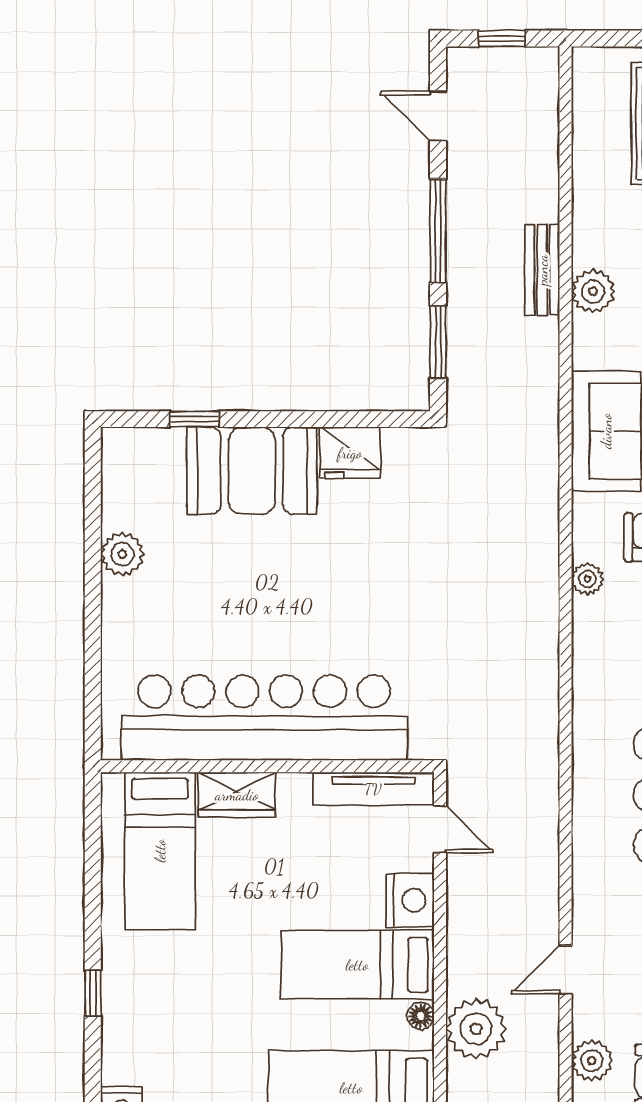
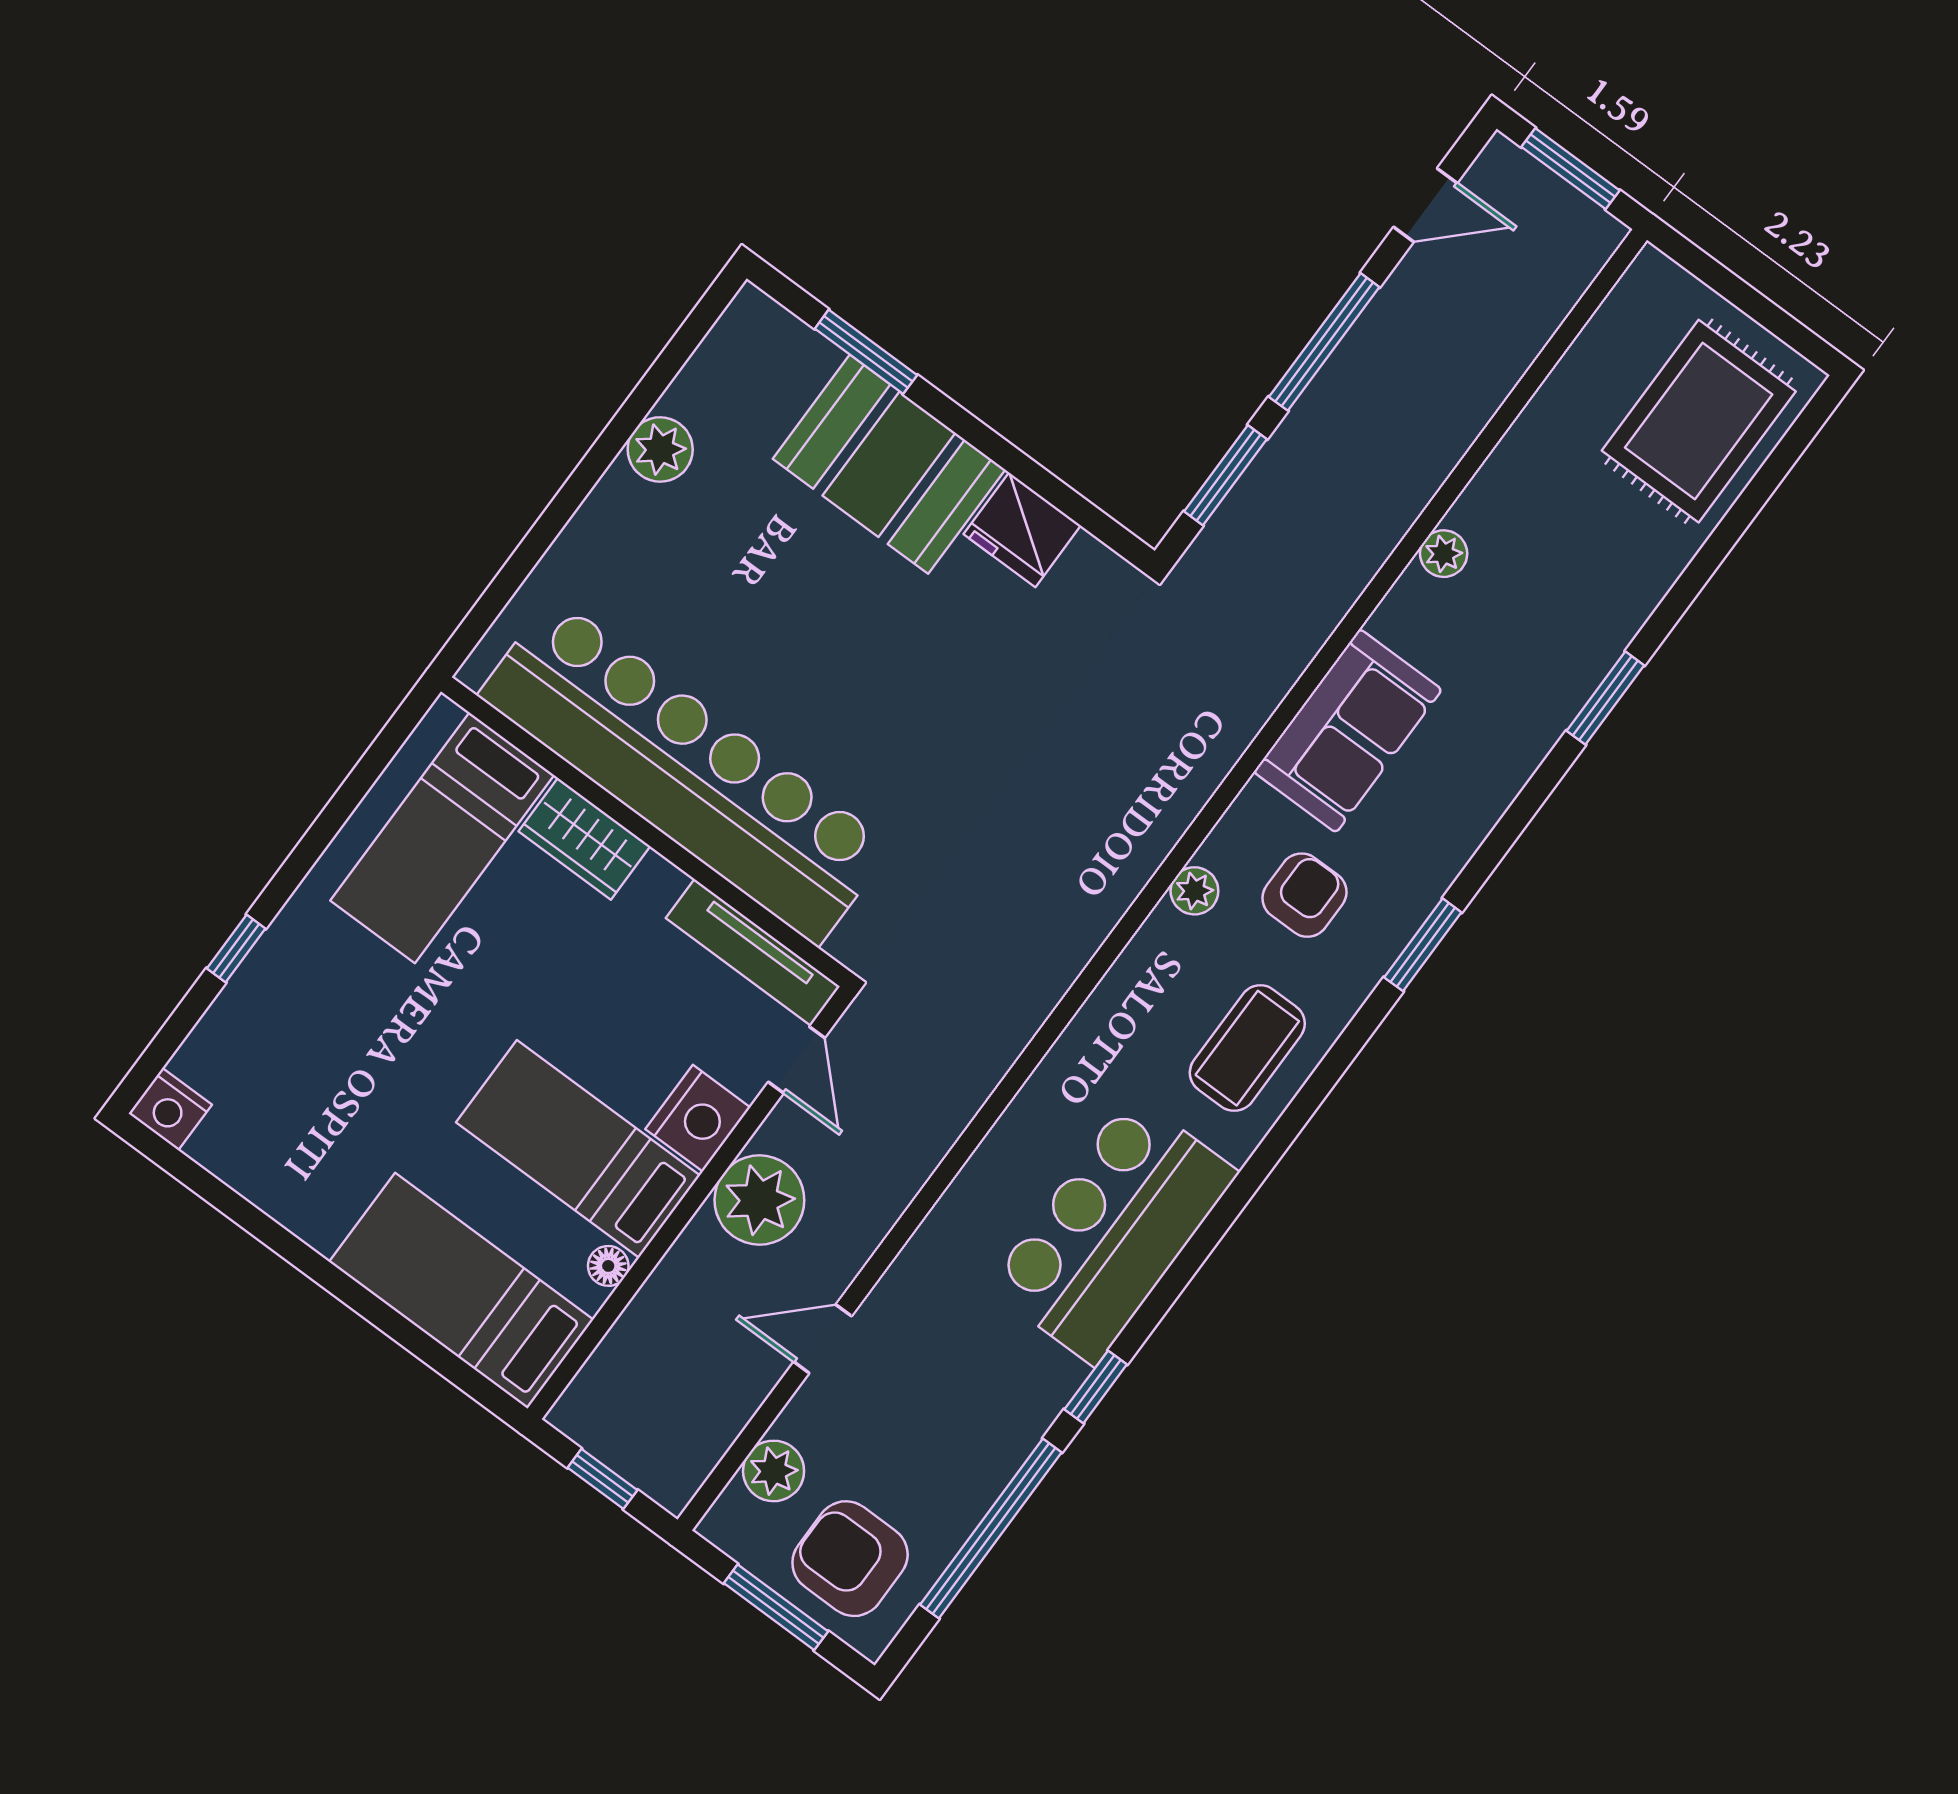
window: (502, 39) -> (1571, 169), width x1.50
door: (438, 116) -> (1425, 205), swing flipped
bench: (542, 270) -> (1414, 481), removed
plant: (593, 291) -> (1444, 554), width x0.73, depth x0.73
window: (194, 419) -> (866, 352), width x1.50
plant: (476, 1029) -> (759, 1200), moved

